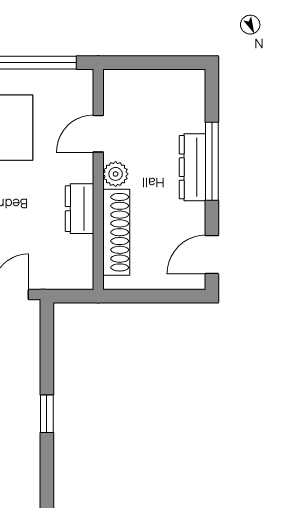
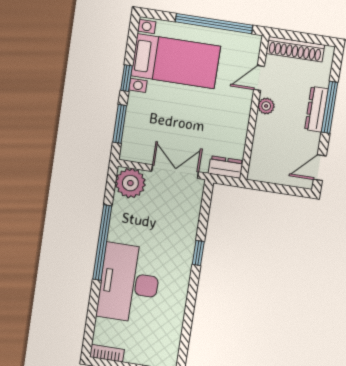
dresser: (79, 209) -> (226, 167), moved, turned 90
shoe rack: (116, 232) -> (295, 49), moved, turned 90

